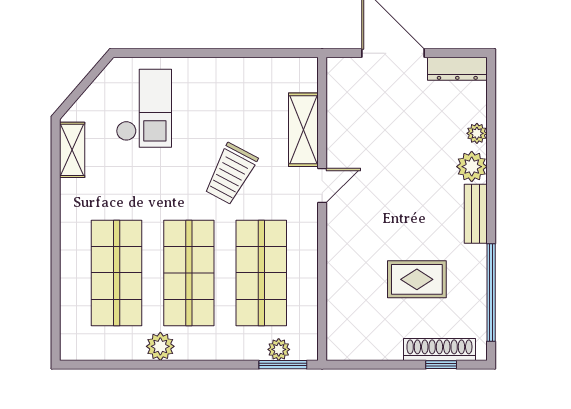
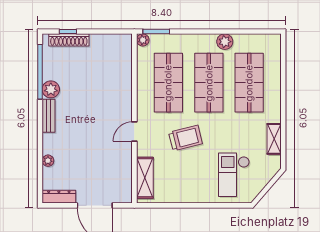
shelving: (303, 130) -> (145, 178), moved
shelving: (72, 150) -> (274, 139), moved
plant: (472, 167) -> (51, 89), moved
trolley: (231, 174) -> (185, 138), turned 48
rug: (417, 279) -> (81, 79), removed
plant: (279, 349) -> (143, 40), moved

